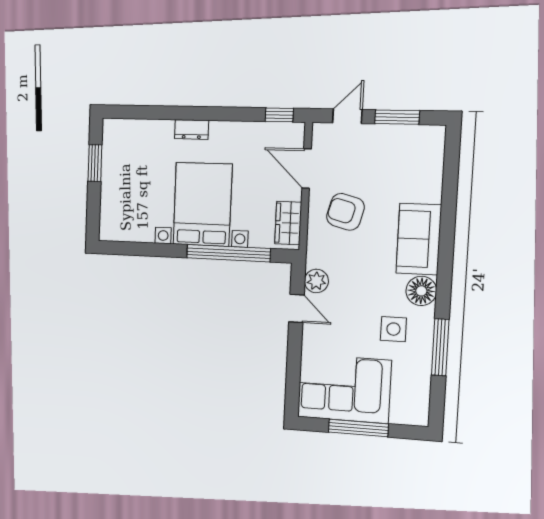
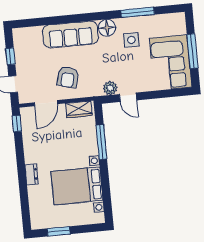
window: (397, 117) -> (10, 56), width x0.67
bed with nightstands: (203, 204) -> (77, 186), moved
sofa: (419, 239) -> (70, 34), width x1.36
window: (228, 253) -> (101, 142), width x0.68
door: (296, 308) -> (128, 97), swing flipped

